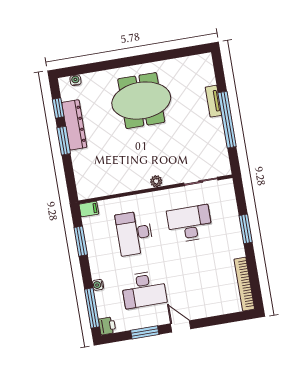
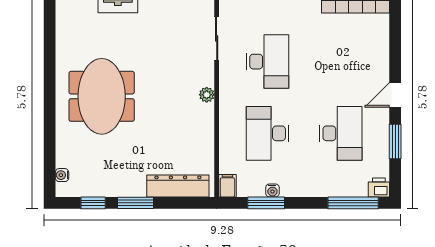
dresser: (74, 125) -> (178, 186), moved
desk: (190, 224) -> (268, 62), turned 180
desk: (134, 233) -> (268, 133), turned 90
water cooler: (98, 285) -> (272, 190), moved

